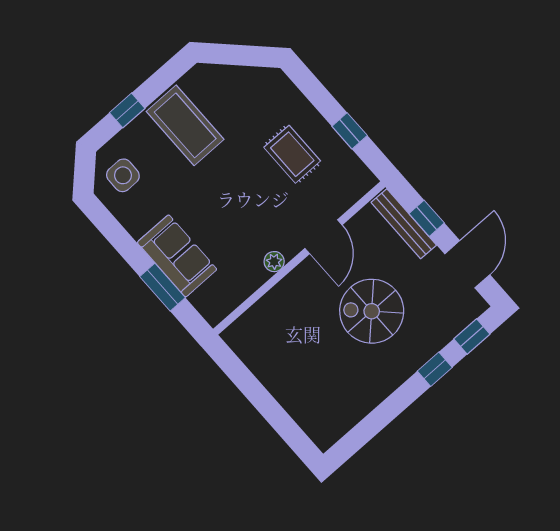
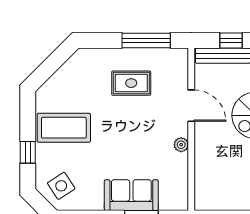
window: (350, 131) -> (146, 40), width x2.17
side table: (123, 175) -> (61, 186), turned -33

